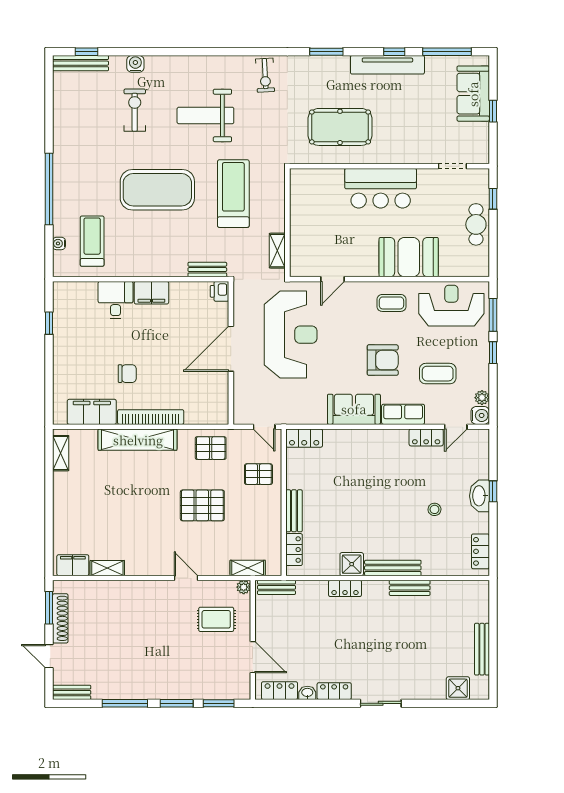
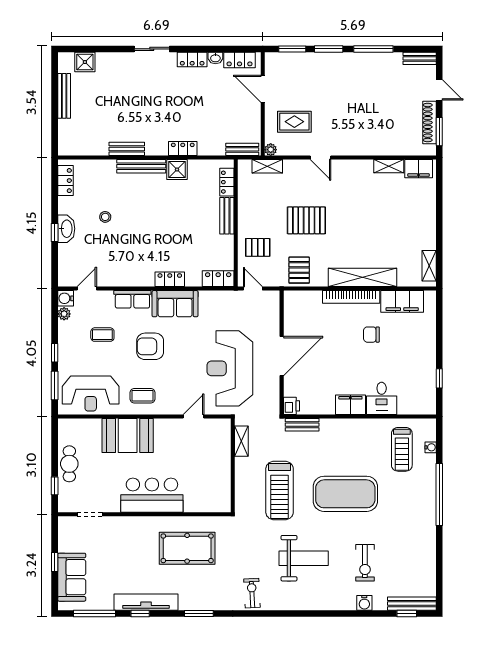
coffee table: (438, 374) -> (102, 335), width x0.73, depth x0.77
locker: (426, 437) -> (170, 279), moved
pallet: (211, 448) -> (299, 270), turned 90

